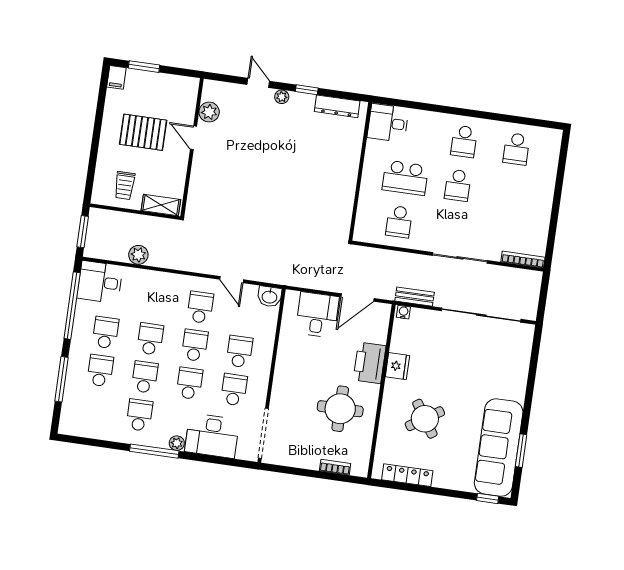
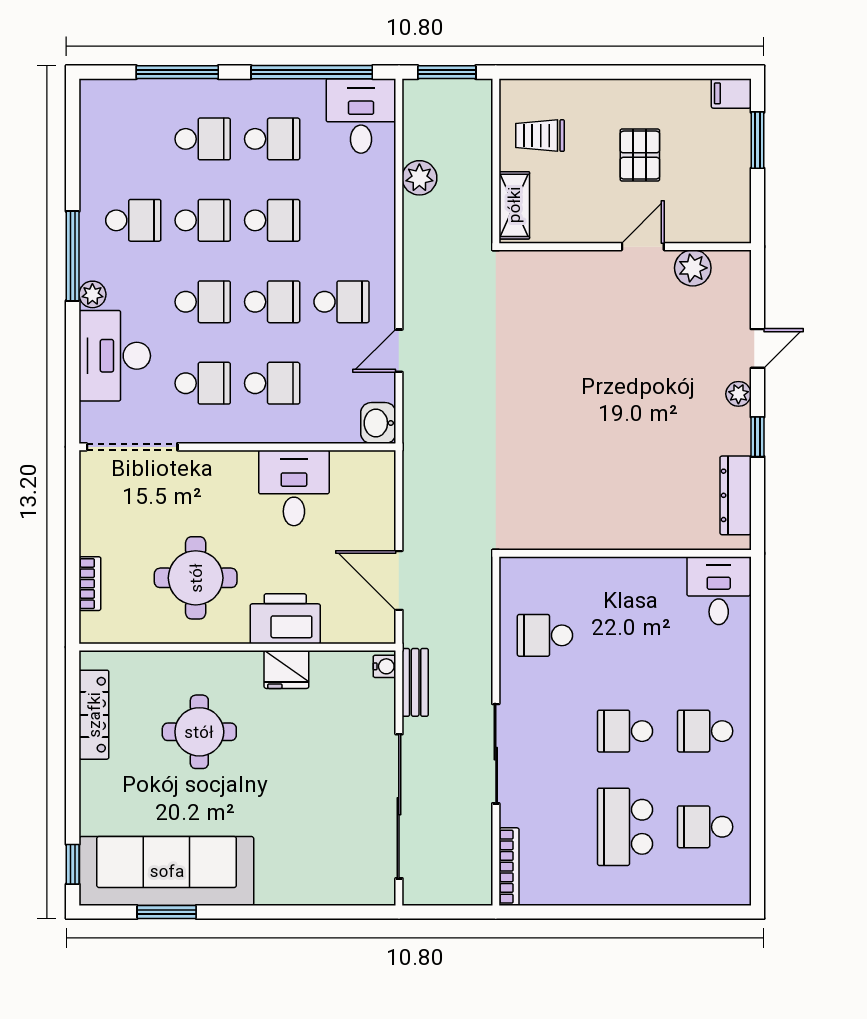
pallet: (143, 132) -> (640, 155), width x0.67, depth x0.71
school desk: (405, 178) -> (625, 827), moved
desk: (317, 315) -> (294, 488), moved, turned -90
round table: (425, 419) -> (199, 732), turned 33

